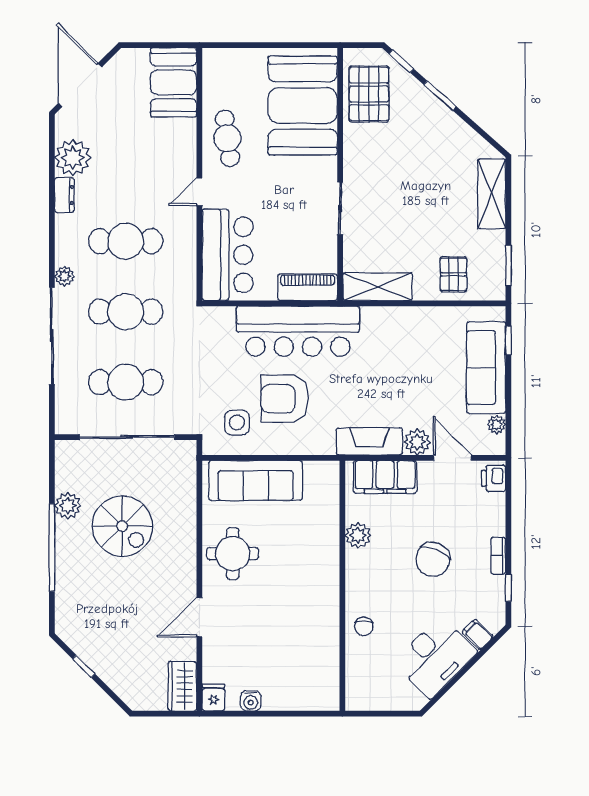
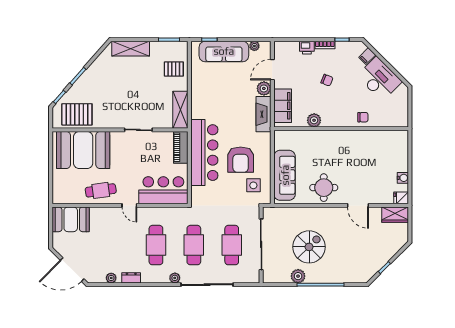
plant: (73, 158) -> (111, 278), width x0.53, depth x0.53
printer: (494, 478) -> (307, 48), moved
chair: (433, 559) -> (327, 80), width x0.54, depth x0.54

